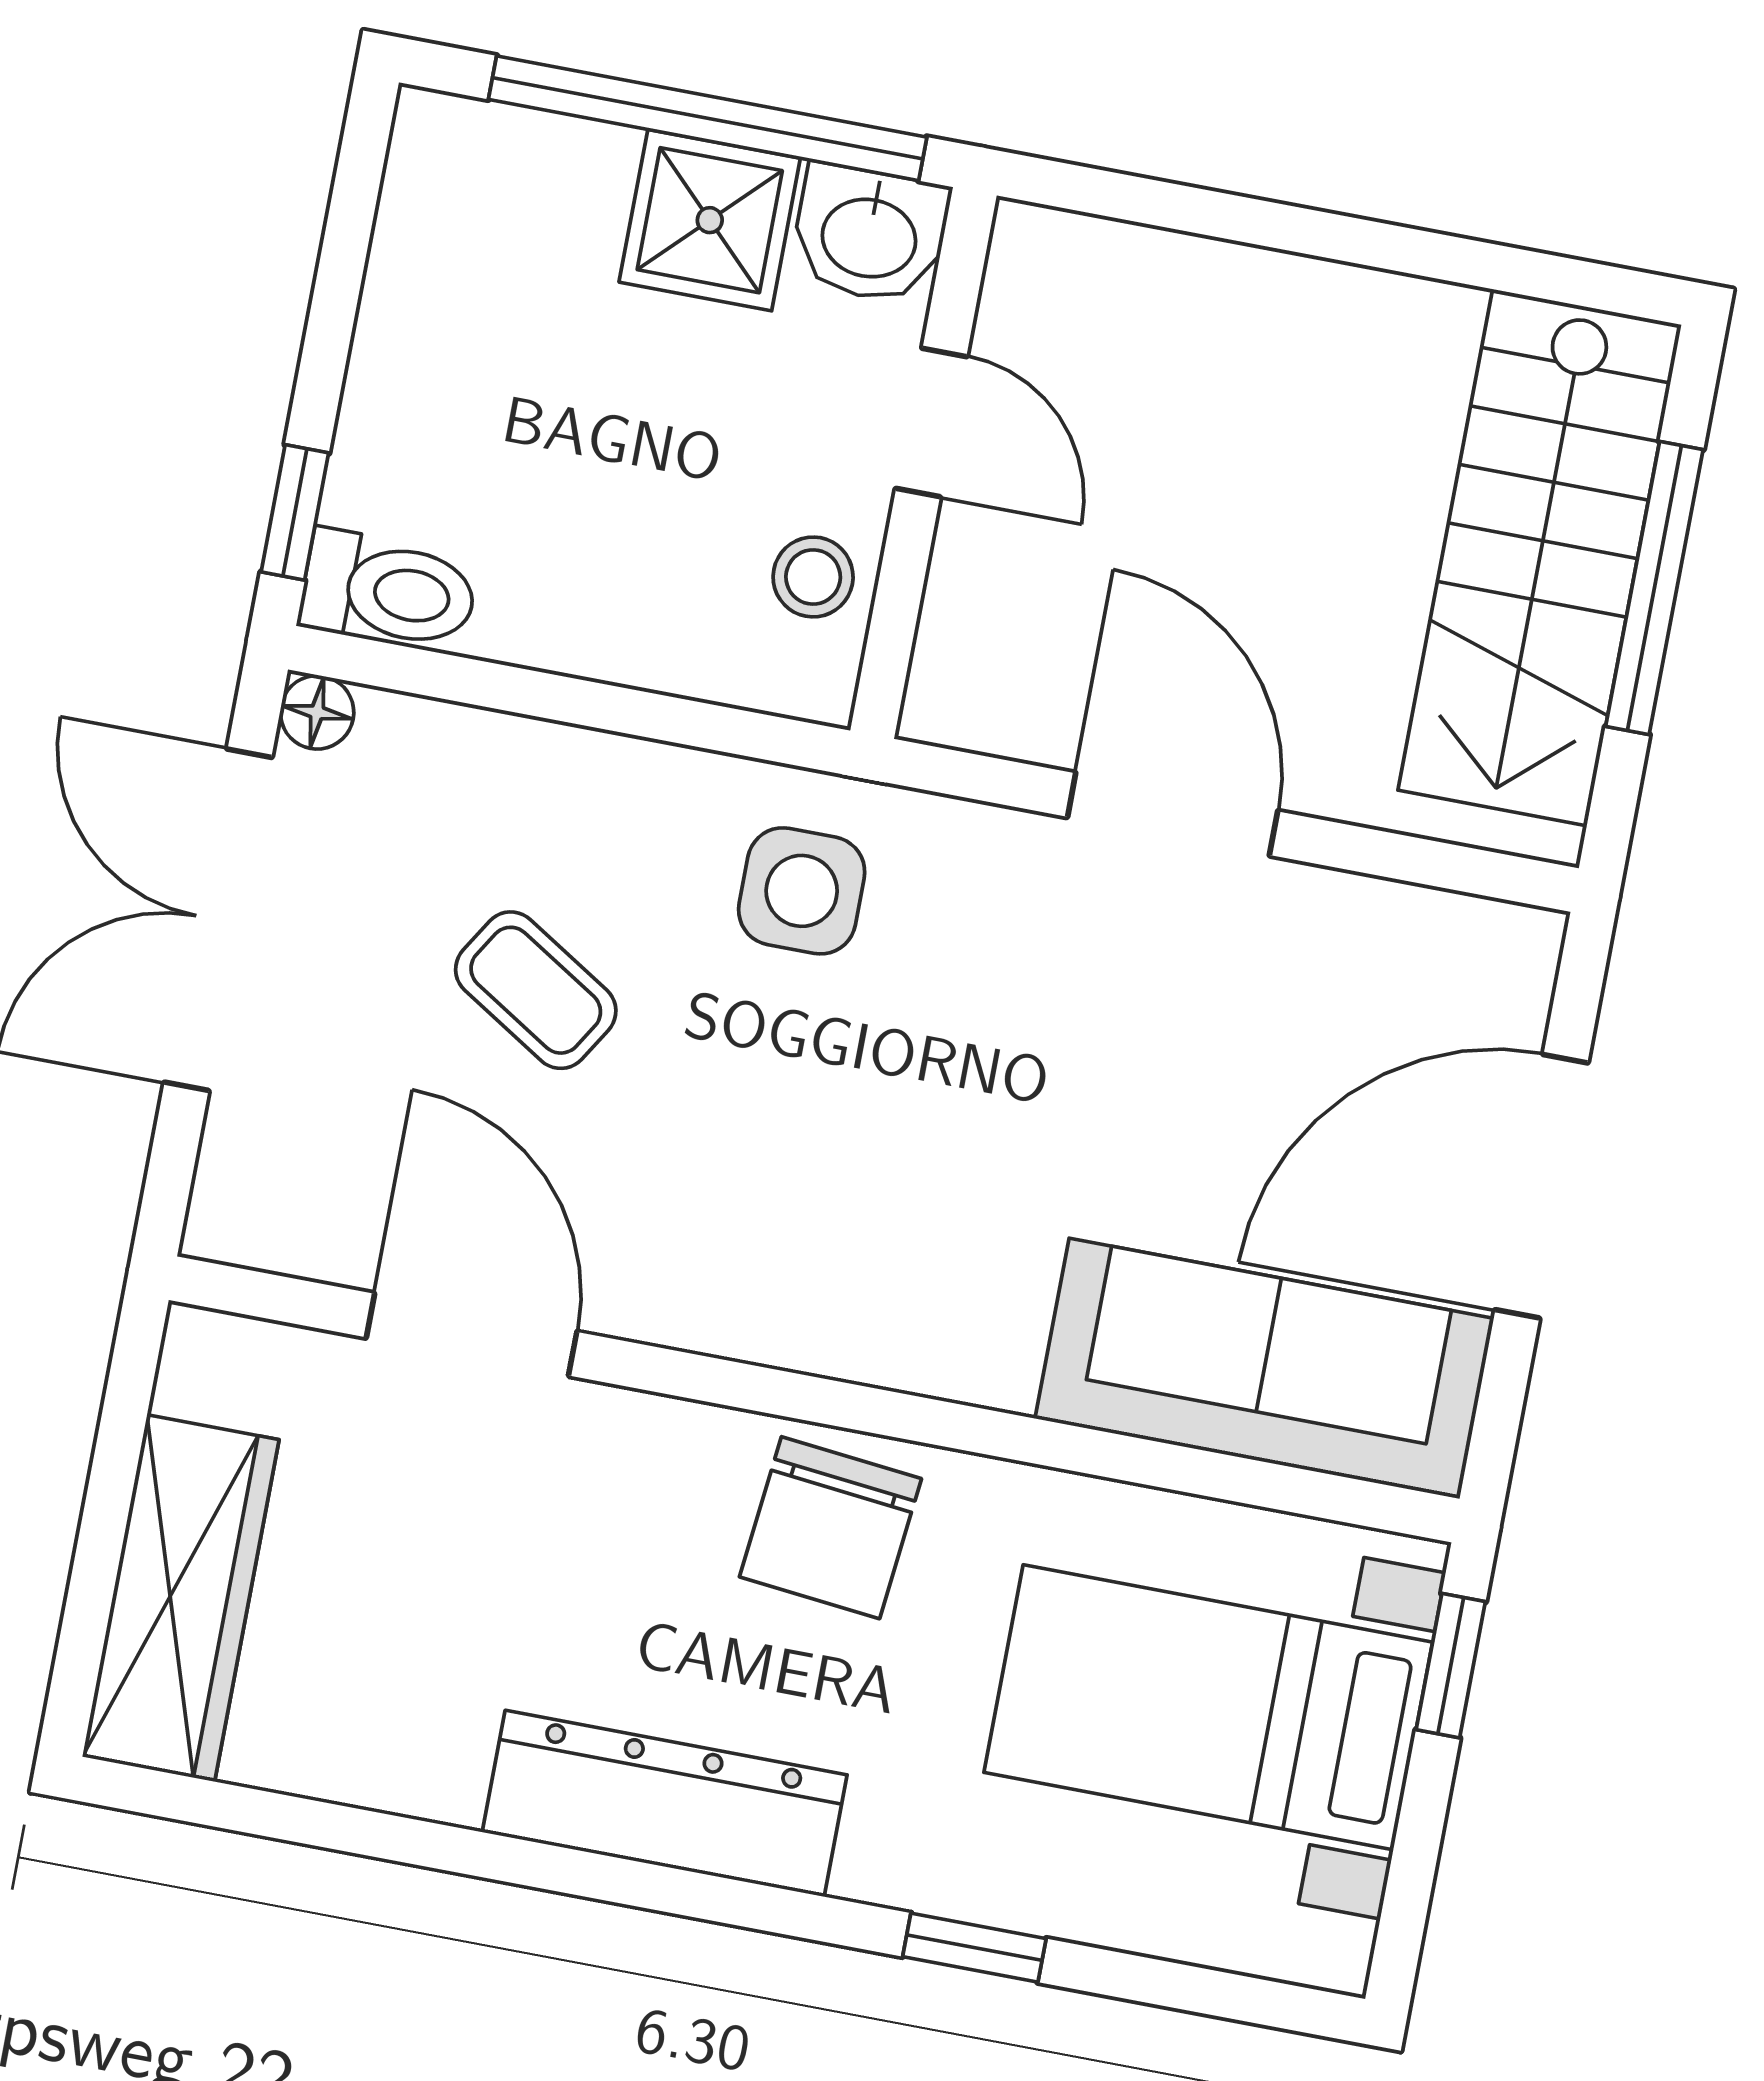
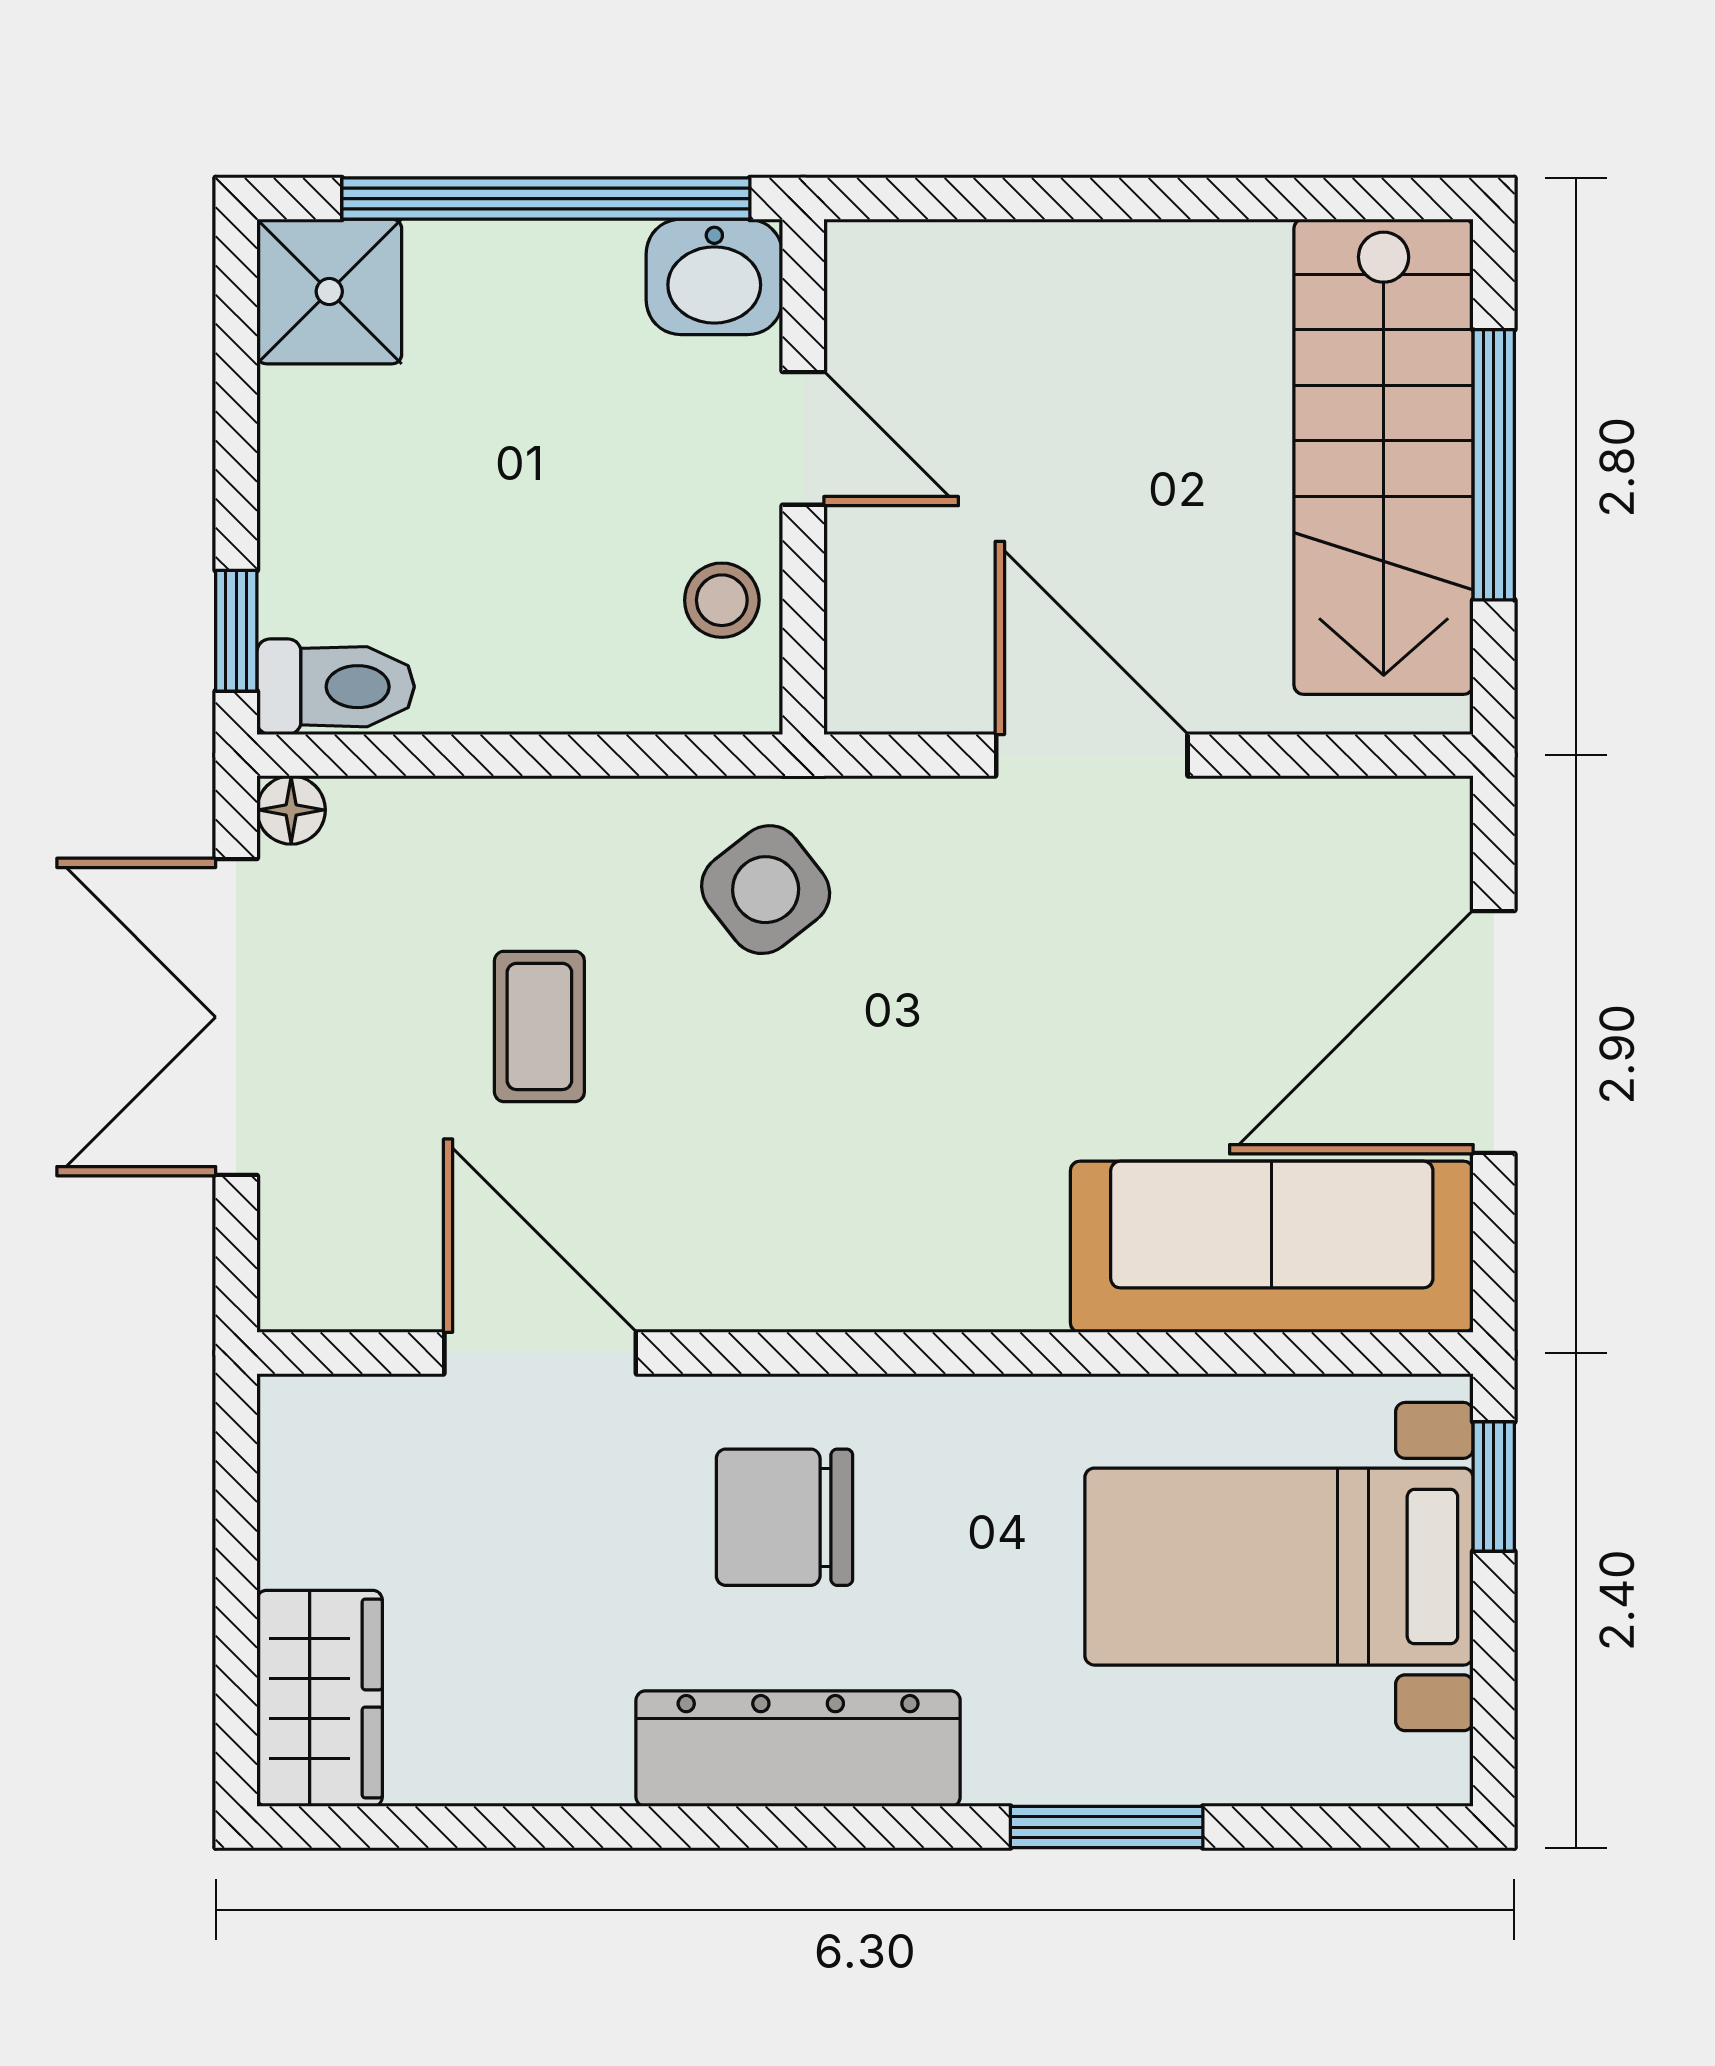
shower: (710, 220) -> (329, 291), moved
side table: (802, 891) -> (766, 890), turned -38
coffee table: (536, 990) -> (539, 1026), turned 58
chair: (830, 1528) -> (785, 1517), moved, turned 84
wardrobe: (181, 1598) -> (320, 1698), width x0.67
window: (974, 1948) -> (1107, 1827), width x1.50

